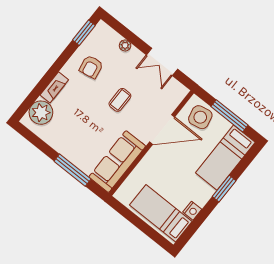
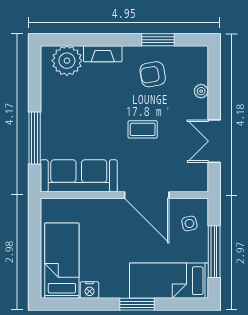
window: (84, 33) -> (158, 40), moved
side table: (200, 117) -> (189, 223), width x0.54, depth x0.54

